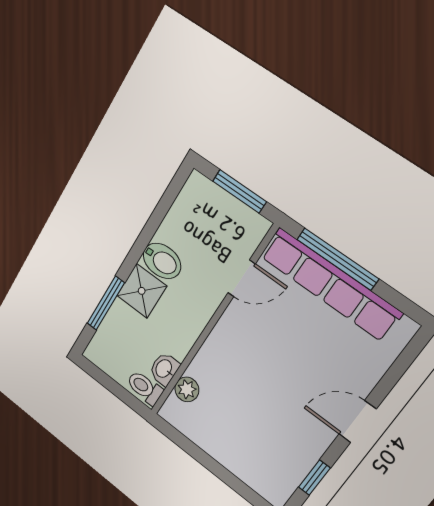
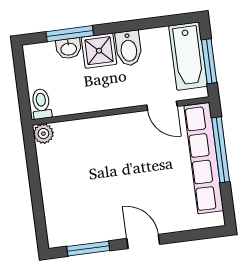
bathtub: (217, 209) -> (188, 56), added
washbasin: (164, 369) -> (69, 49), moved, turned 180
plant: (187, 389) -> (43, 134), moved
window: (314, 478) -> (88, 249), width x1.50

